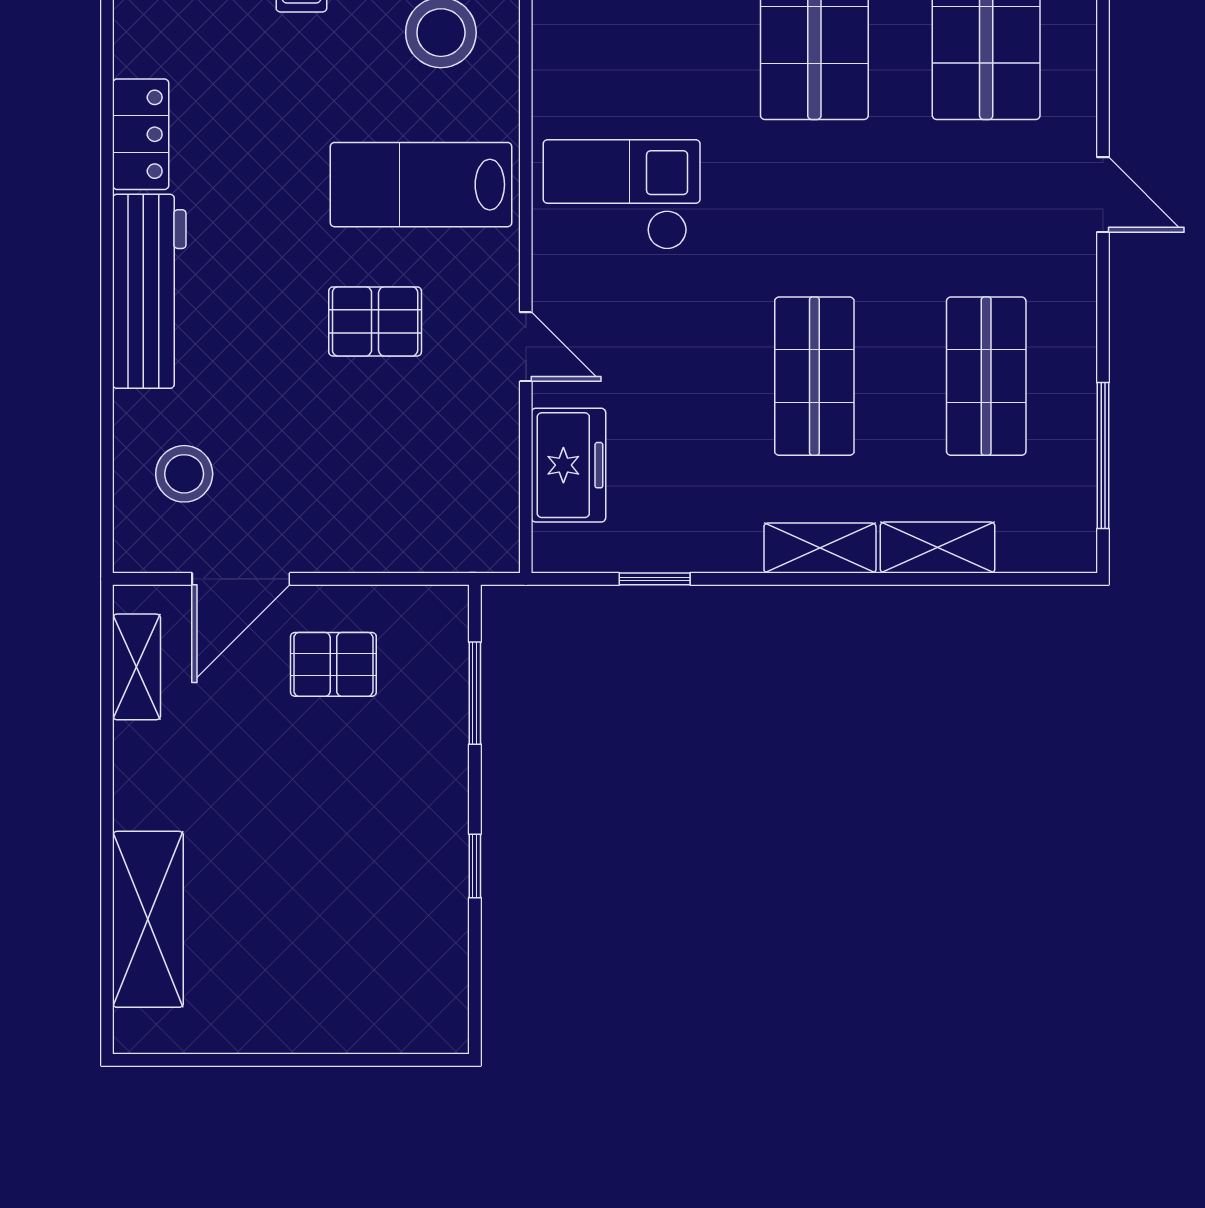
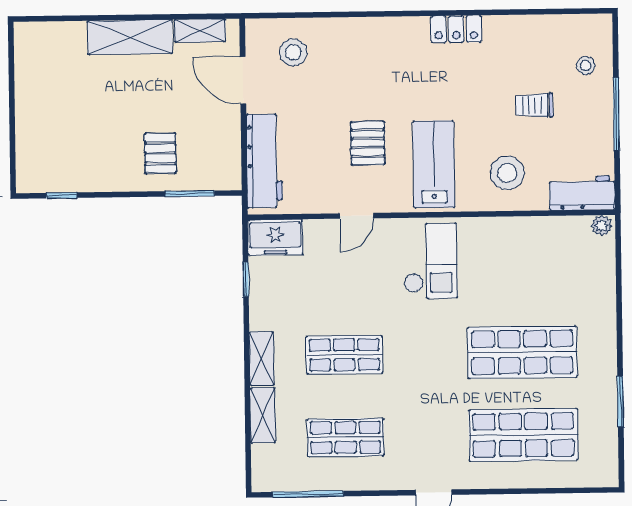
workbench: (149, 291) -> (264, 161), moved, turned -90
freezer: (568, 465) -> (275, 237), moved
pallet: (333, 664) -> (160, 153), moved
window: (475, 866) -> (62, 195), moved
shelving: (148, 919) -> (130, 37), moved

